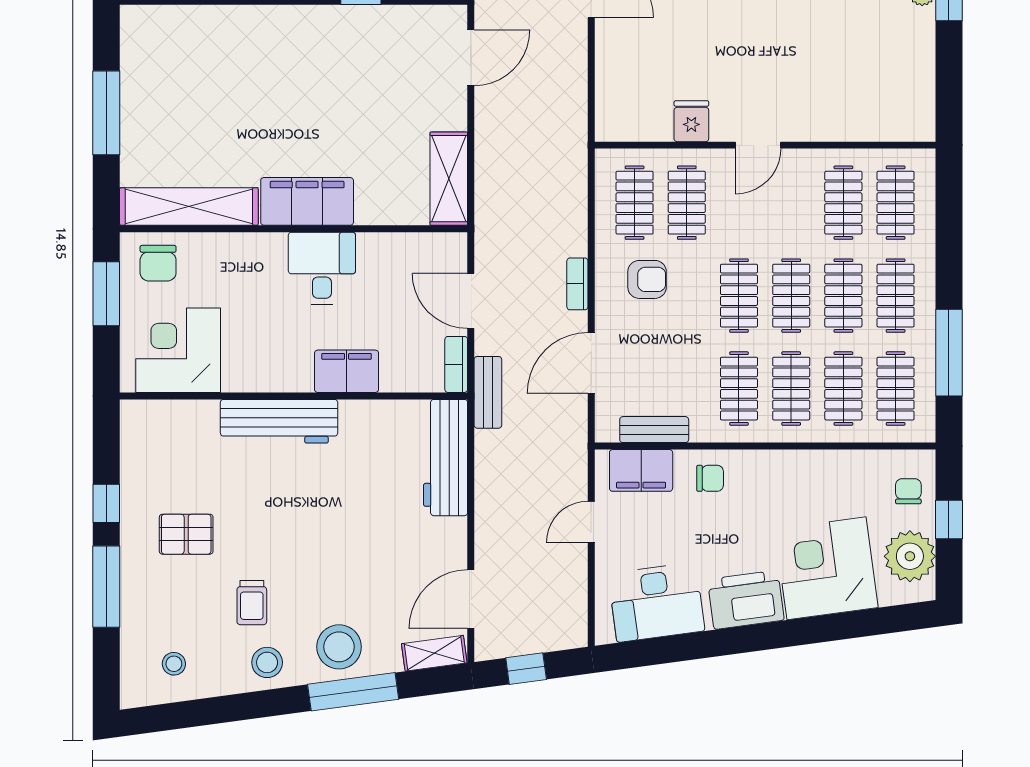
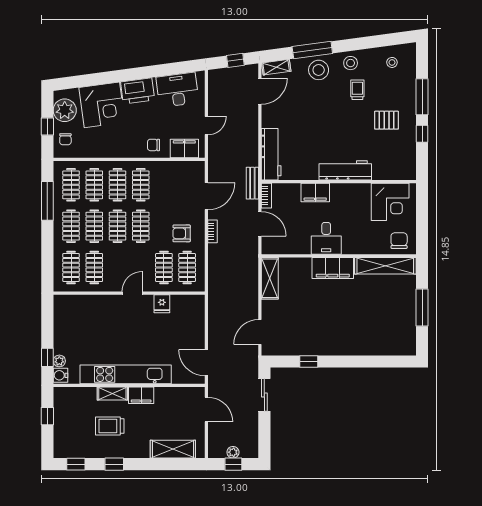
window: (106, 294) -> (422, 227), removed
bench: (654, 430) -> (178, 167), removed

